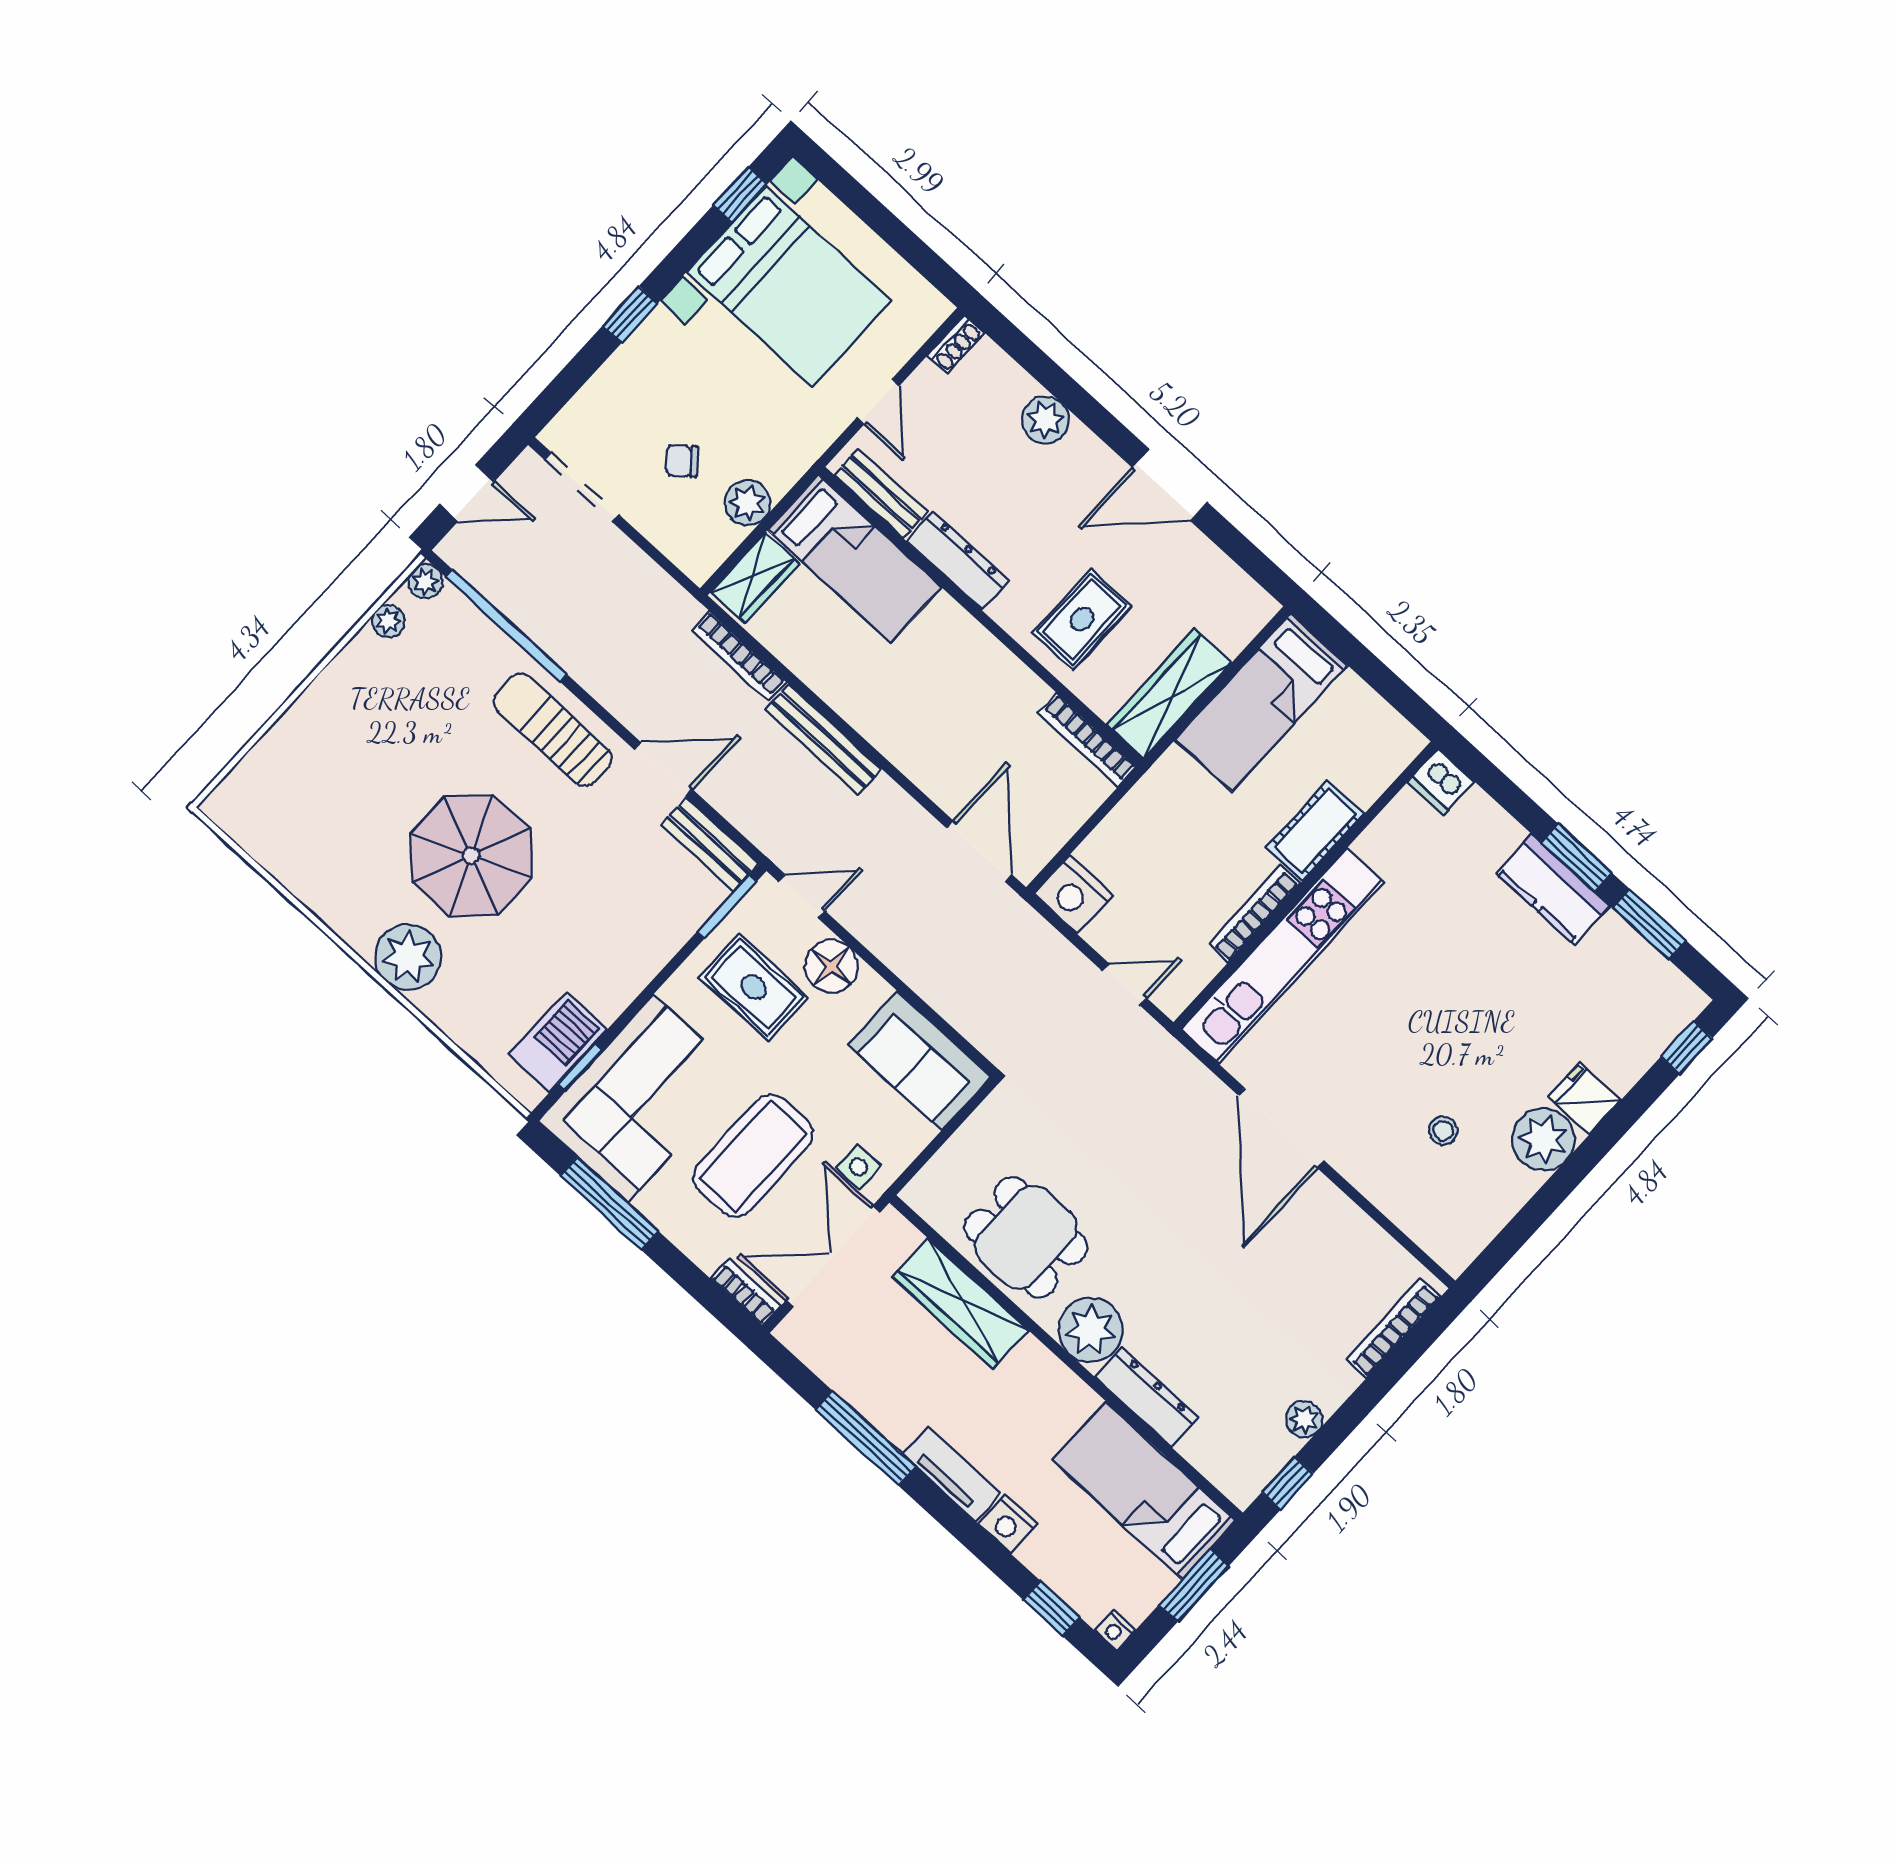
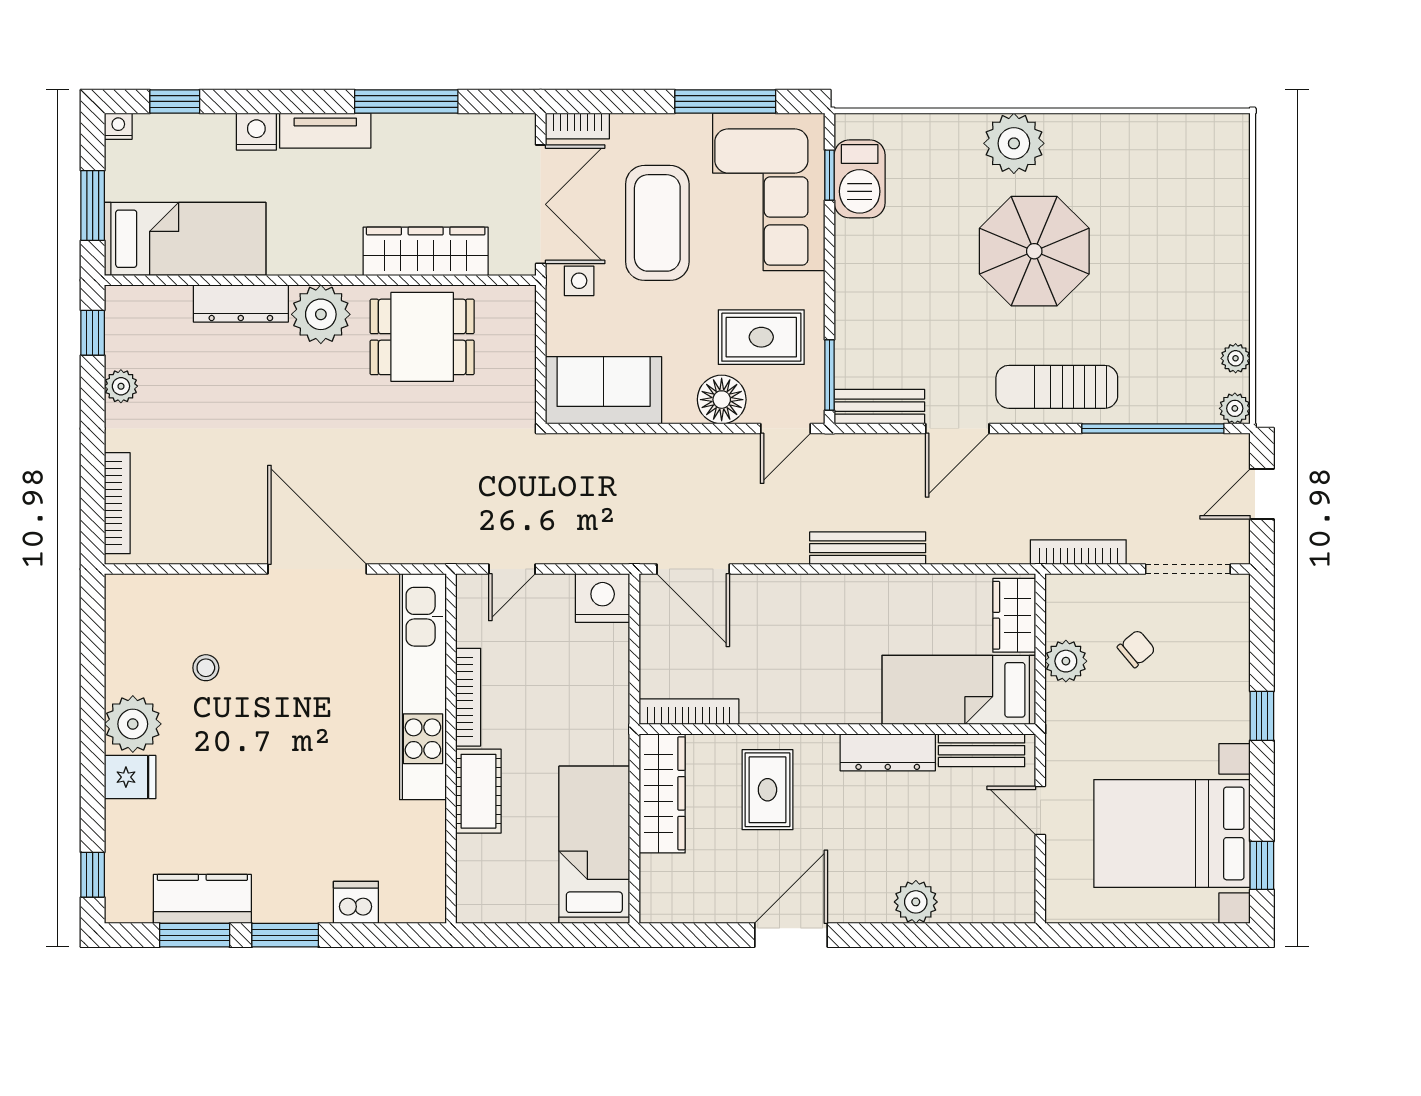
shoe rack: (956, 345) -> (1023, 897), removed
bookcase: (739, 656) -> (1078, 552), moved
sun lounger: (553, 730) -> (1057, 387), turned 180
dishwasher: (1441, 782) -> (356, 902), moved
kitchen counter: (1553, 889) -> (202, 899), moved

